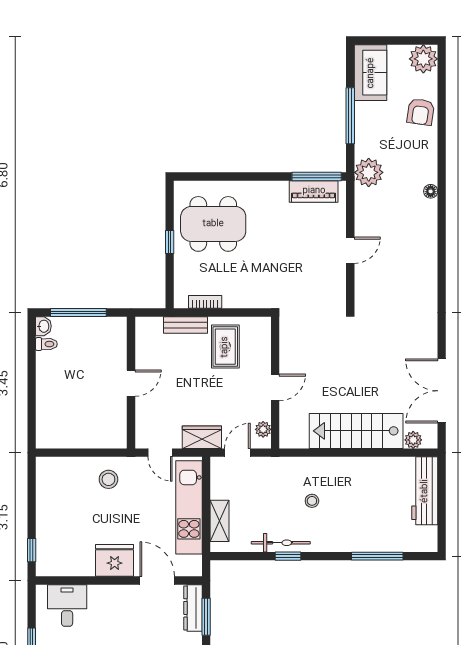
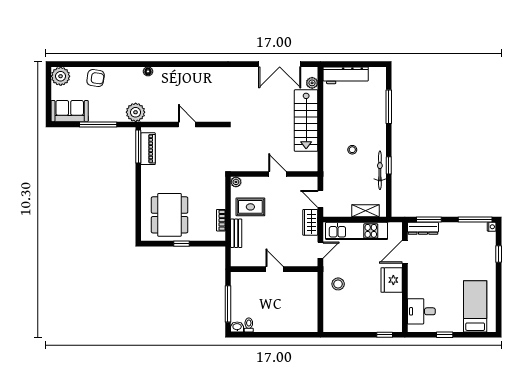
plant: (263, 429) -> (236, 182), moved

